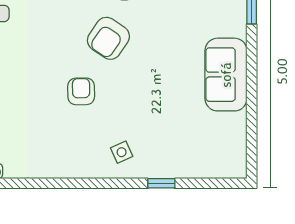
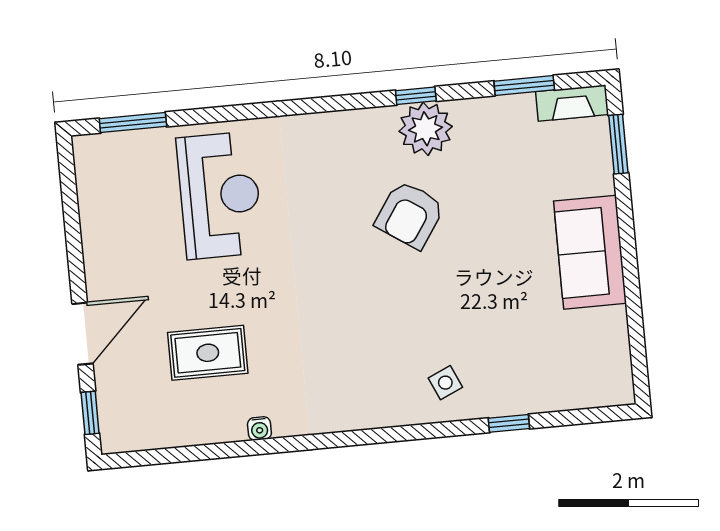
armchair: (81, 91) -> (376, 298), removed

